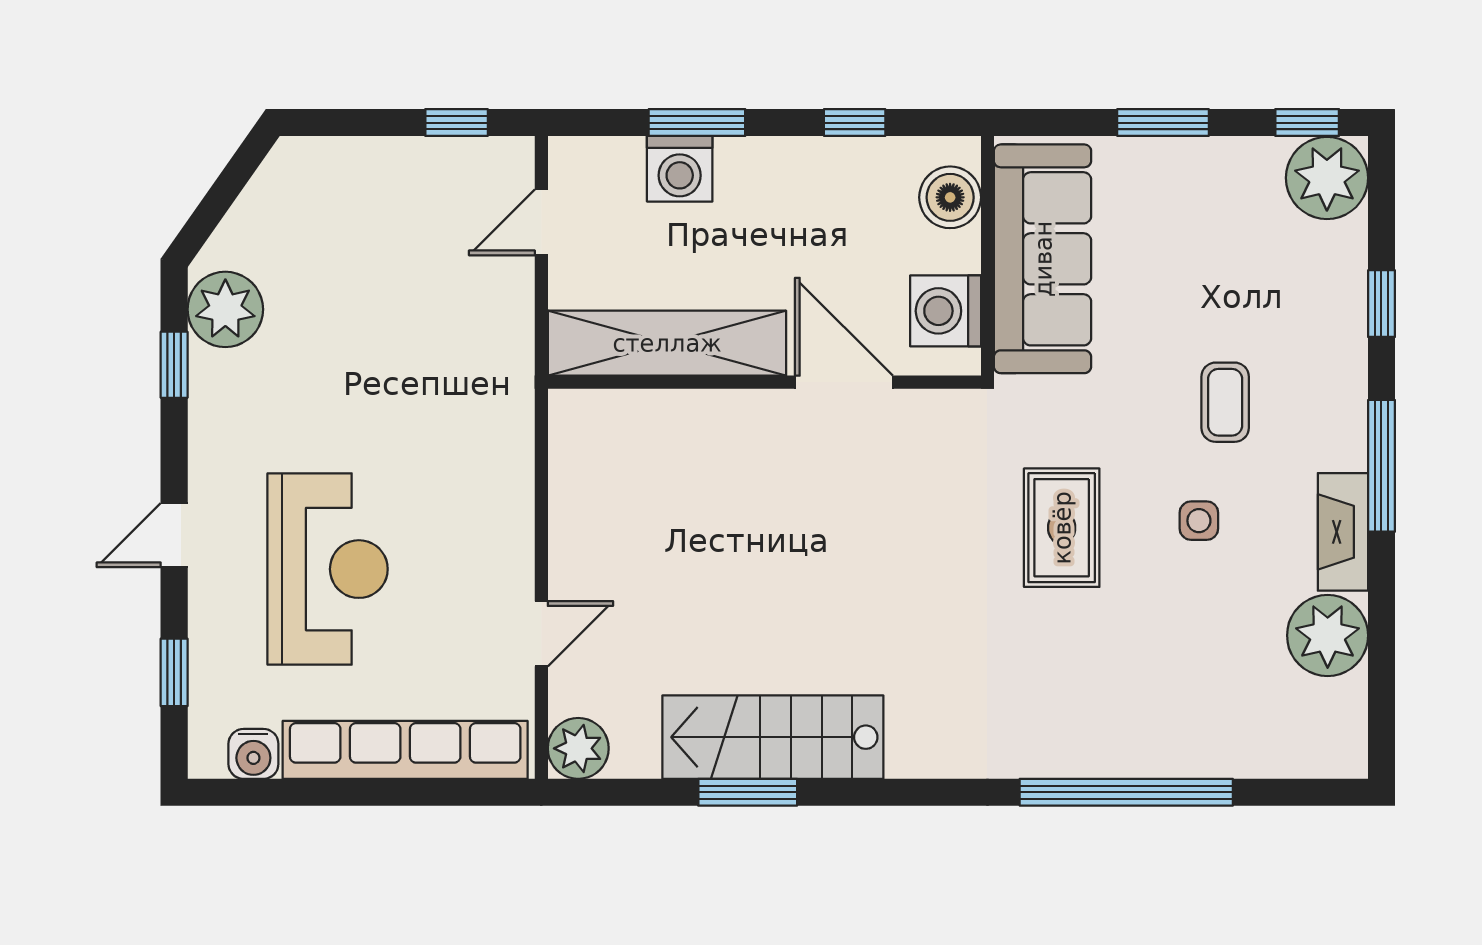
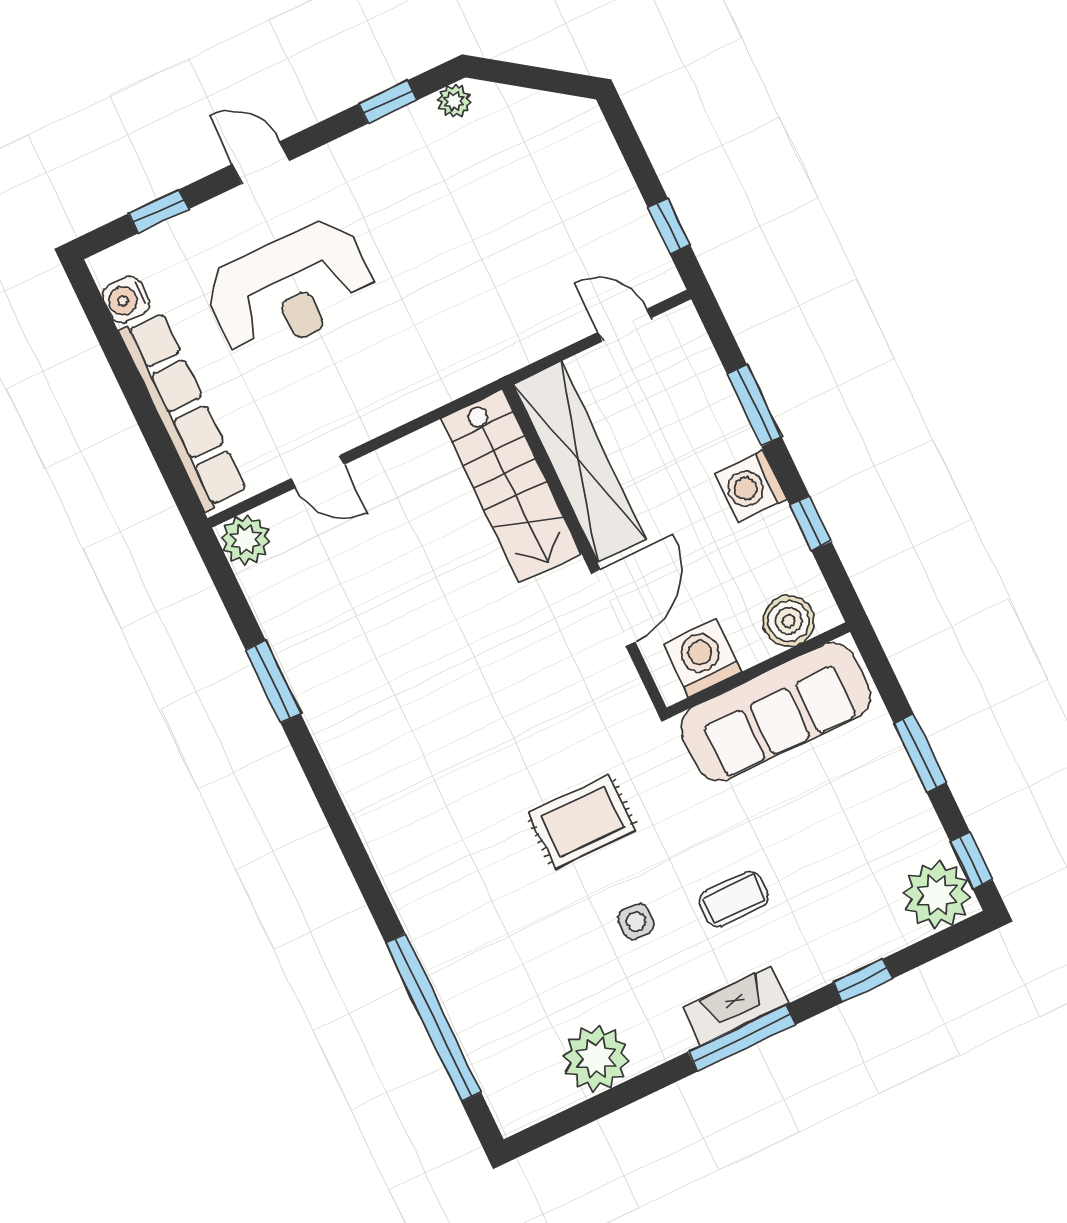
washing machine: (680, 169) -> (751, 486), moved
plant: (225, 309) -> (454, 101), width x0.53, depth x0.53
fireplace: (1343, 532) -> (736, 1006), moved
stairs: (773, 737) -> (511, 486), moved, turned 180
window: (1126, 792) -> (433, 1018), moved

